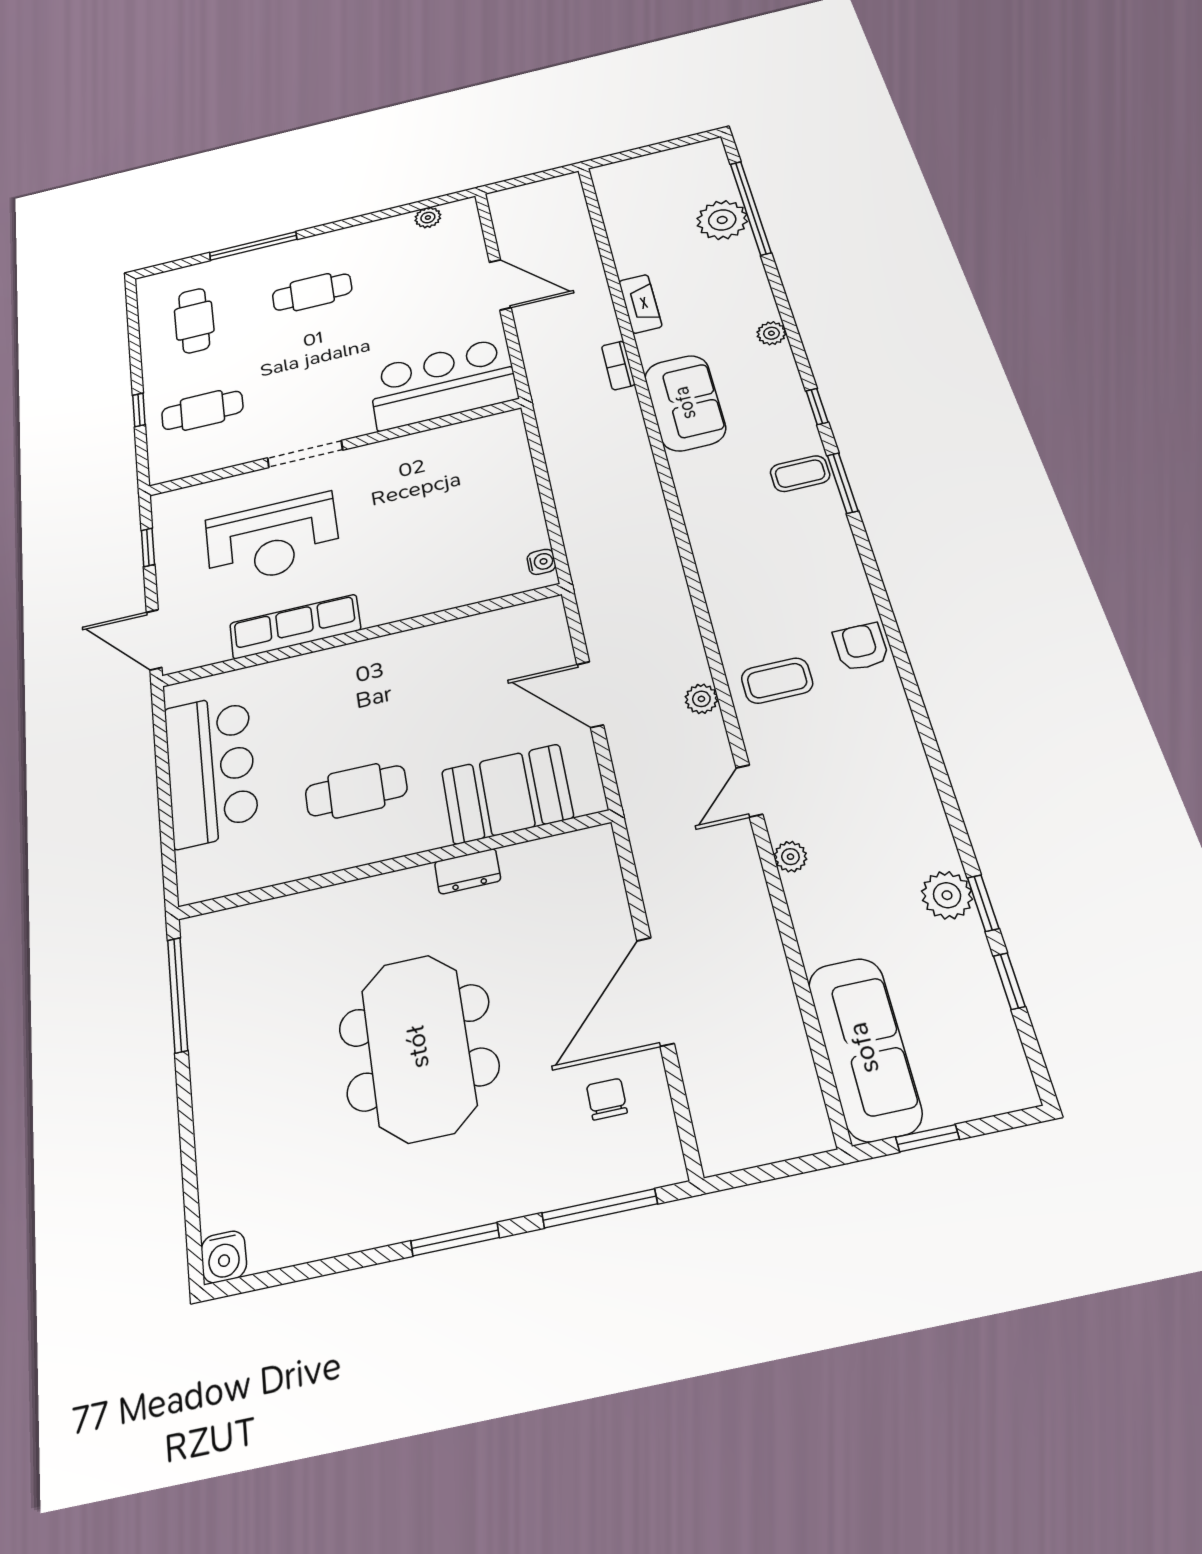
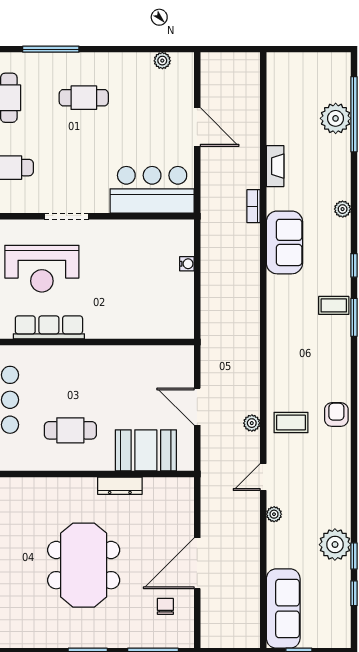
water cooler: (541, 562) -> (187, 264), moved
dresser: (468, 871) -> (120, 486), width x1.44
plant: (947, 895) -> (335, 545), width x1.36, depth x1.36

